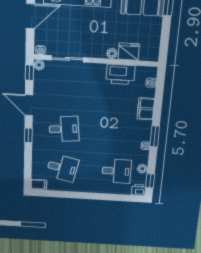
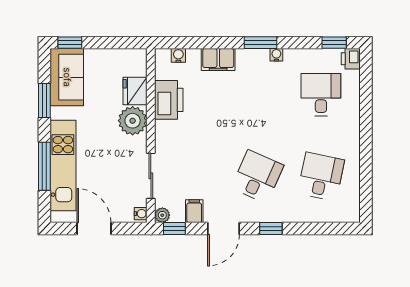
plant: (112, 53) -> (133, 121), width x1.87, depth x1.87
desk: (64, 129) -> (257, 177), turned 30
plant: (142, 169) -> (314, 56), removed
filing cabinet: (39, 185) -> (194, 211), moved

